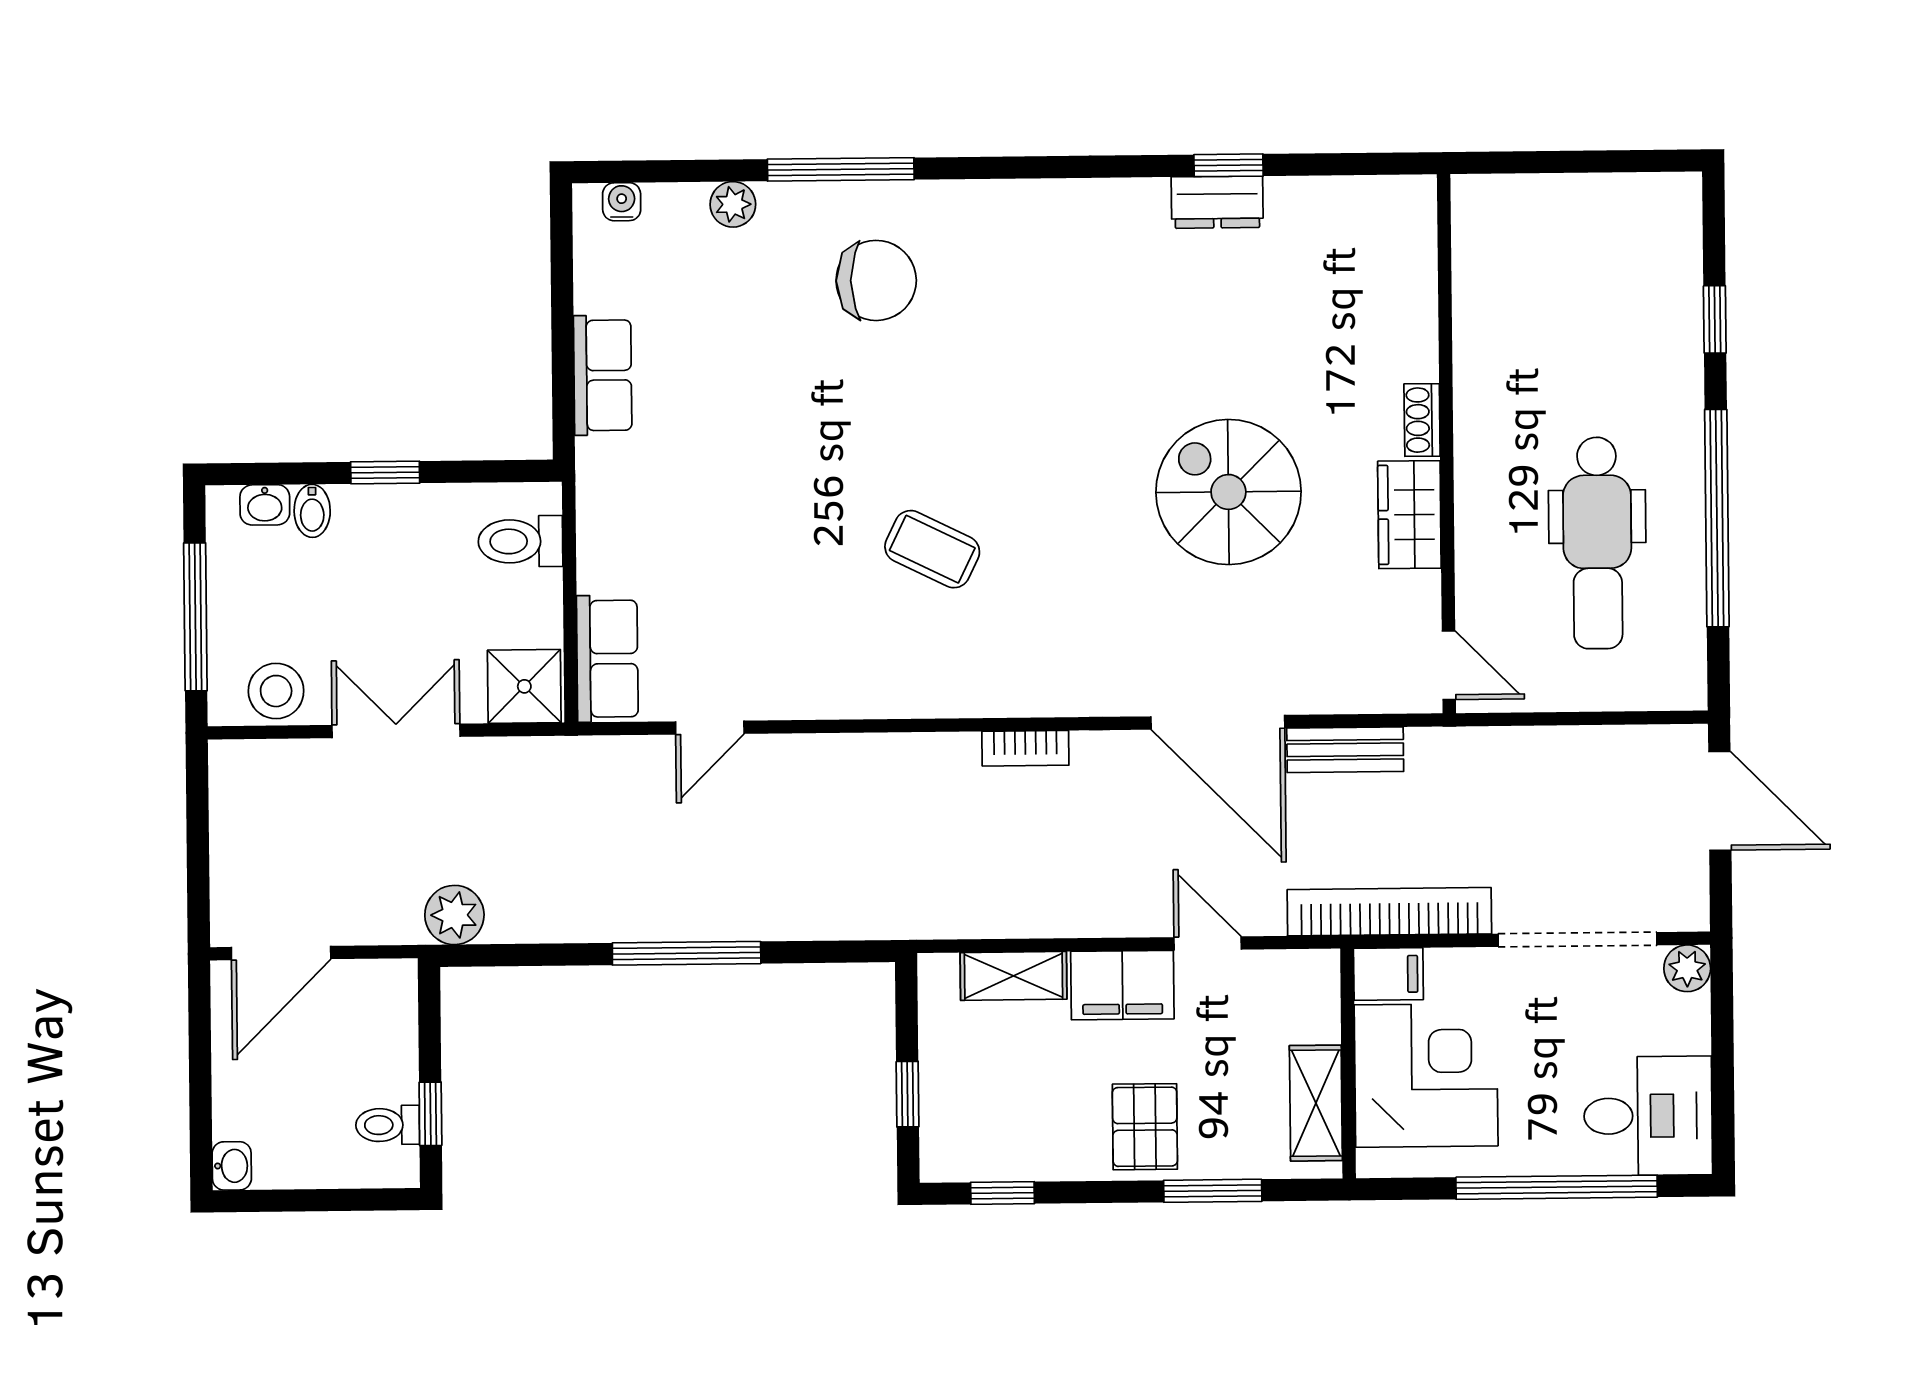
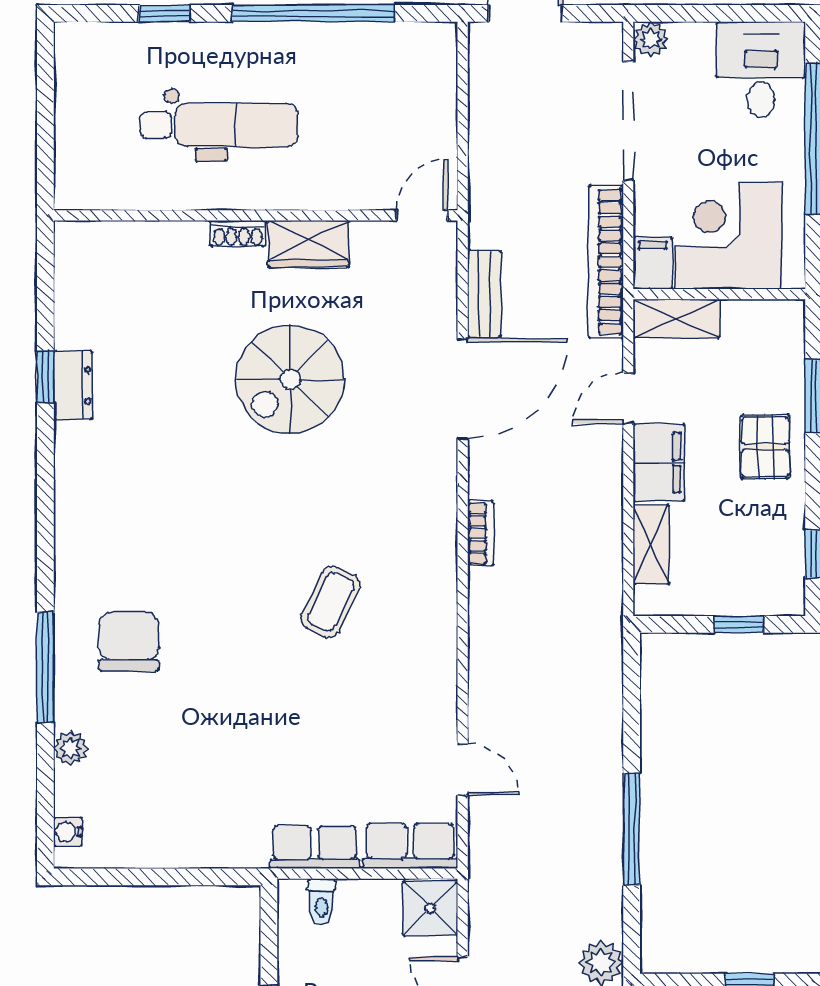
row of seats: (603, 375) -> (315, 847), moved
toilet: (520, 541) -> (322, 901), width x0.73, depth x0.72
dental chair: (1597, 543) -> (219, 125), moved
window: (687, 953) -> (632, 829), moved
shelving: (1316, 1103) -> (676, 318), moved
pallet: (1145, 1127) -> (765, 447), turned 90

